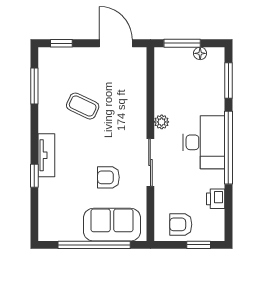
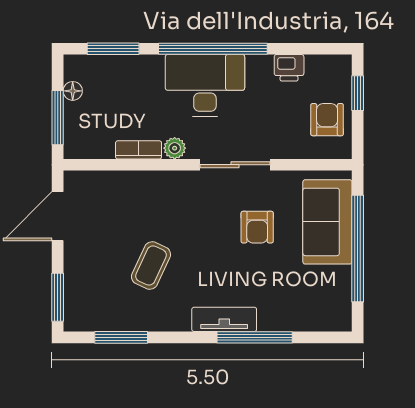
window: (61, 43) -> (58, 297), width x1.50
bookcase: (160, 98) -> (139, 150), added
window: (34, 176) -> (255, 337), width x2.17
armchair: (181, 224) -> (327, 120), turned 180

